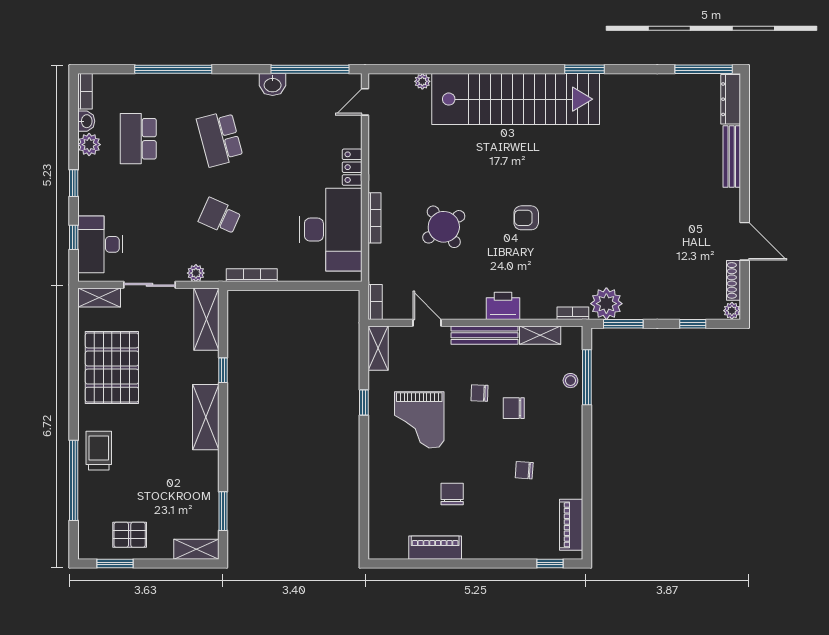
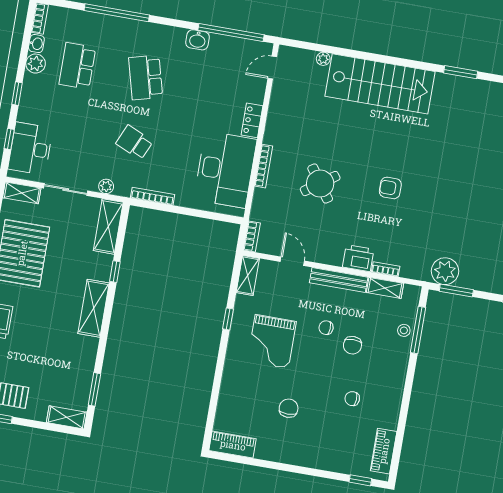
stairs: (516, 99) -> (380, 84), width x0.73
bookcase: (573, 313) -> (386, 269), moved
chair: (514, 408) -> (352, 345), turned -90
piano: (435, 548) -> (233, 445), moved

